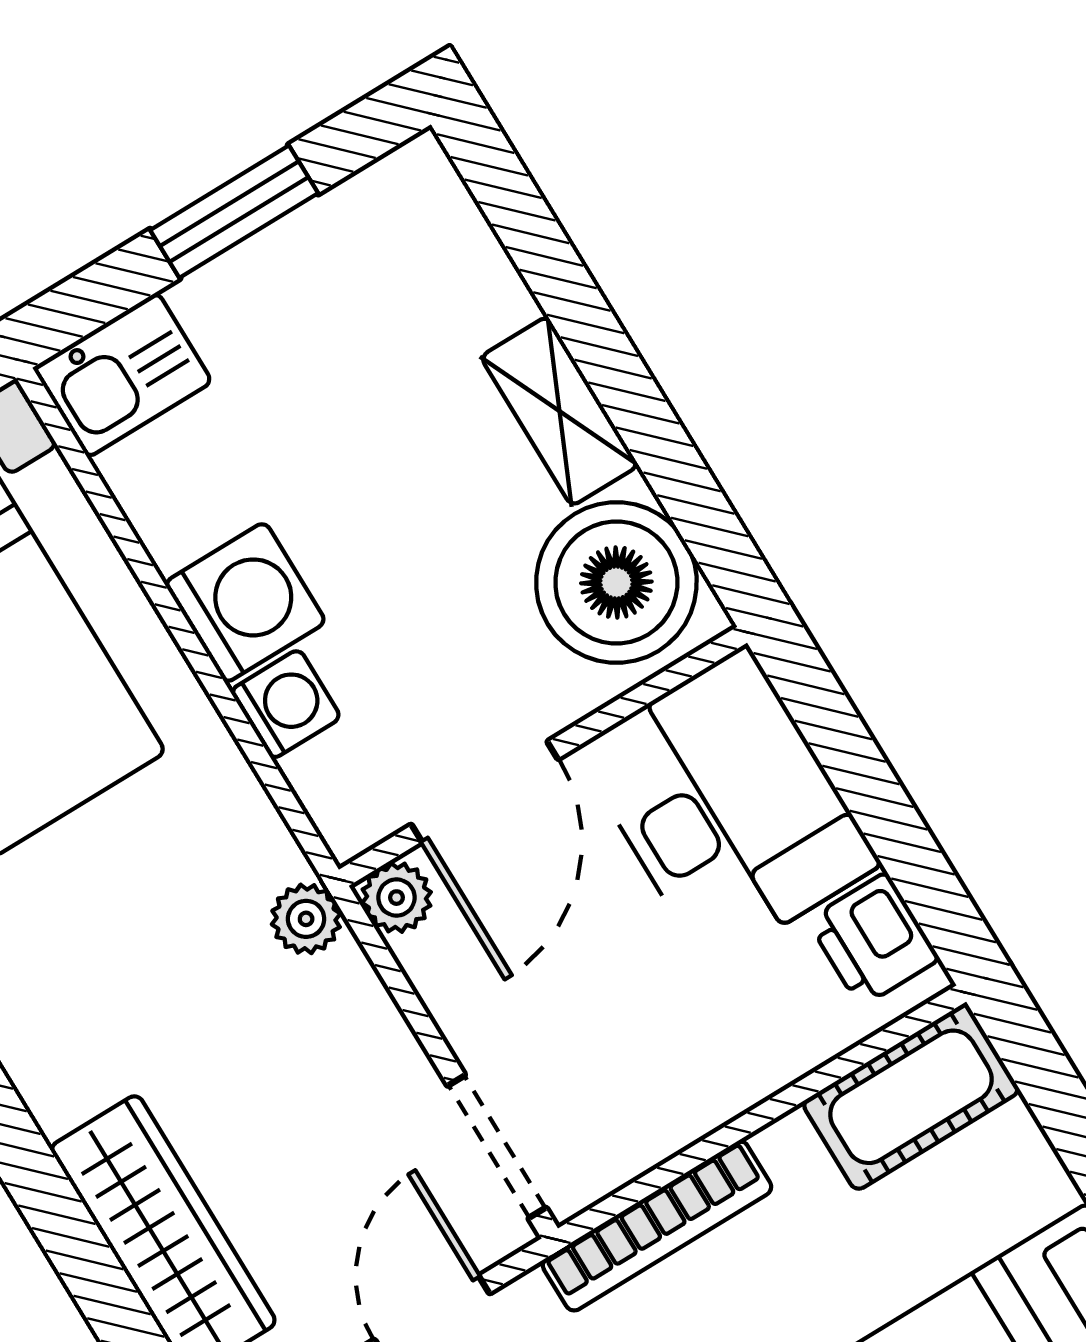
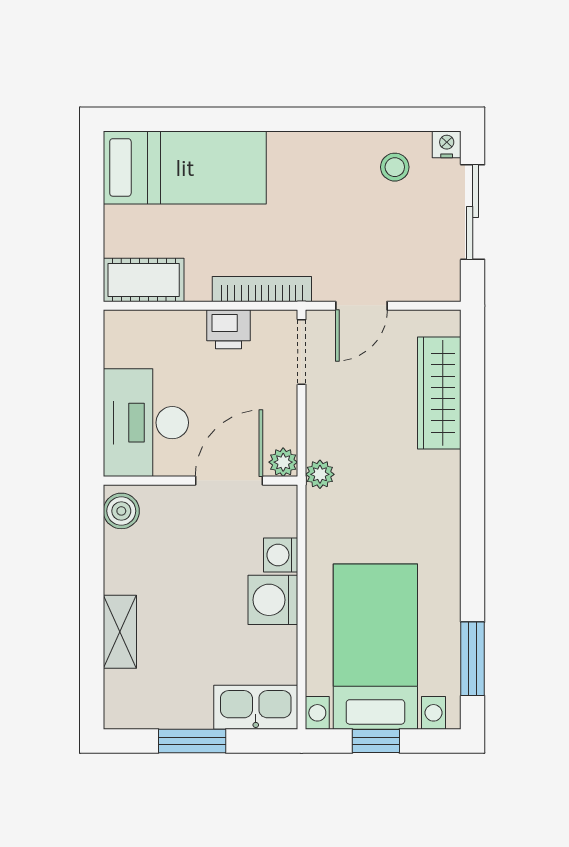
kitchen sink: (123, 375) -> (256, 707), width x1.38
shelving: (560, 411) -> (120, 632), moved
boiler: (616, 582) -> (121, 511), width x0.54, depth x0.54
printer: (873, 940) -> (229, 329), moved, turned 90

